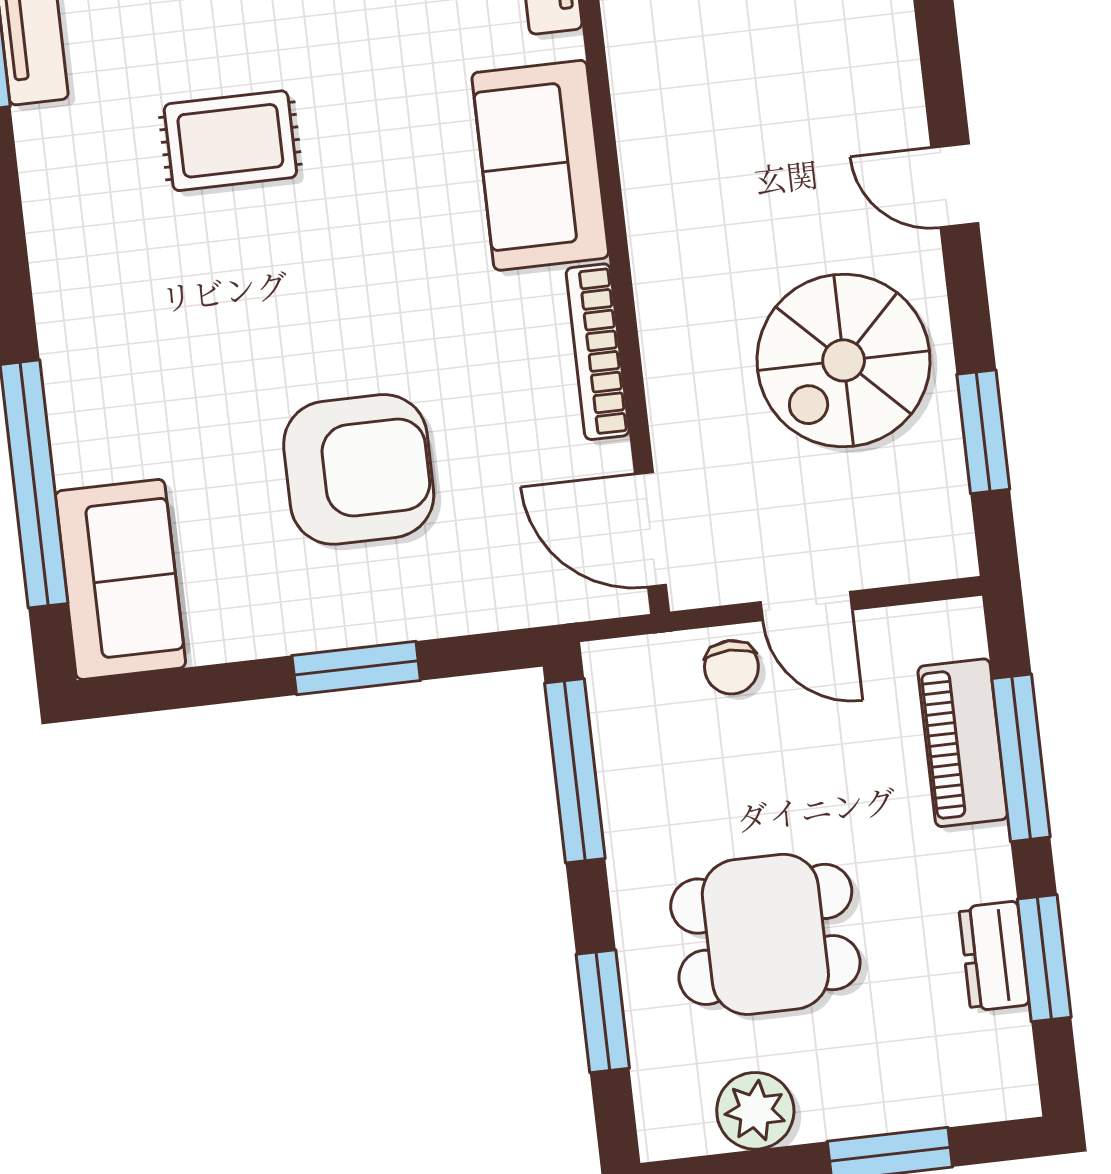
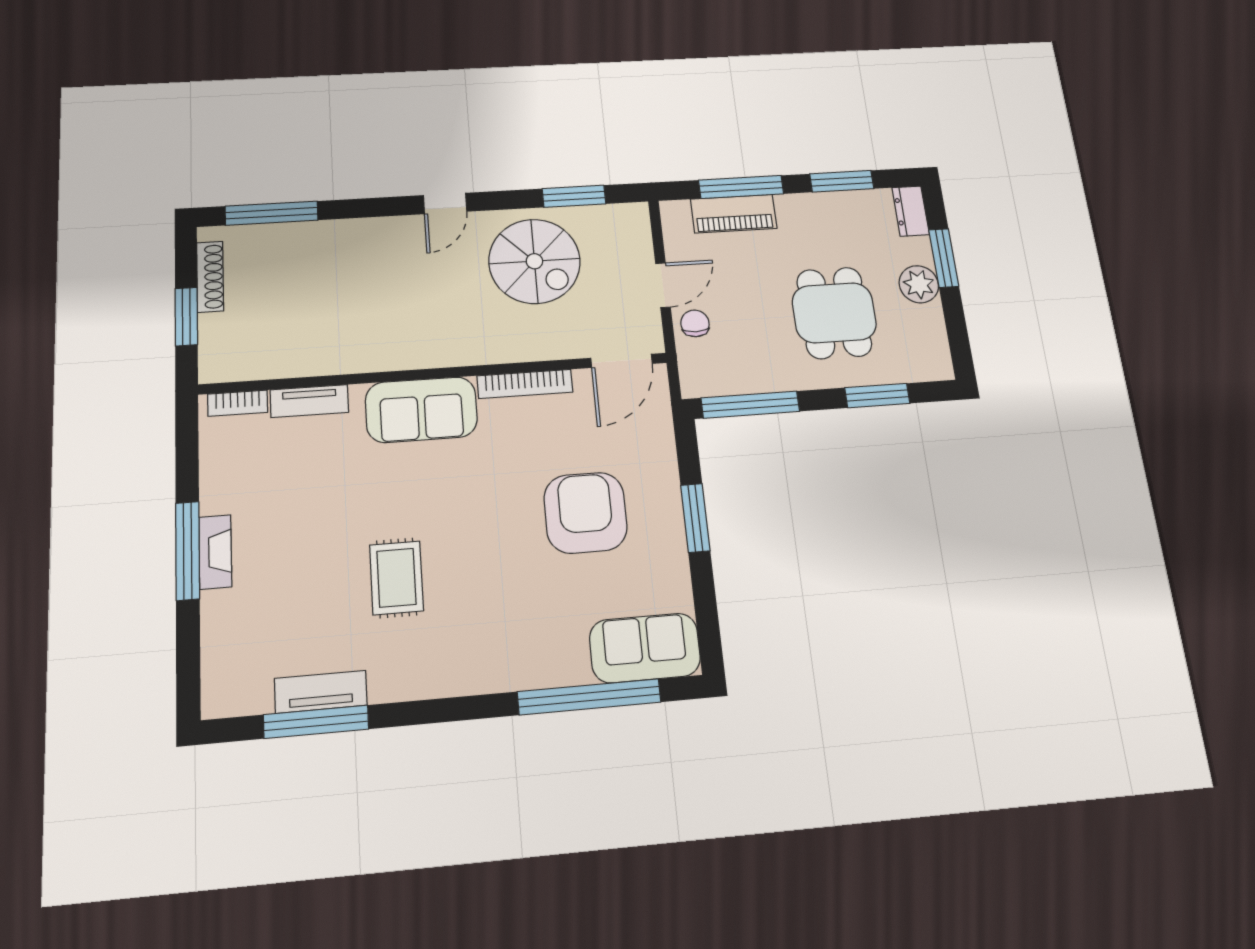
chair: (731, 667) -> (695, 323), turned -90
dresser: (994, 956) -> (911, 211), moved, turned 90
plant: (755, 1111) -> (919, 284), moved

